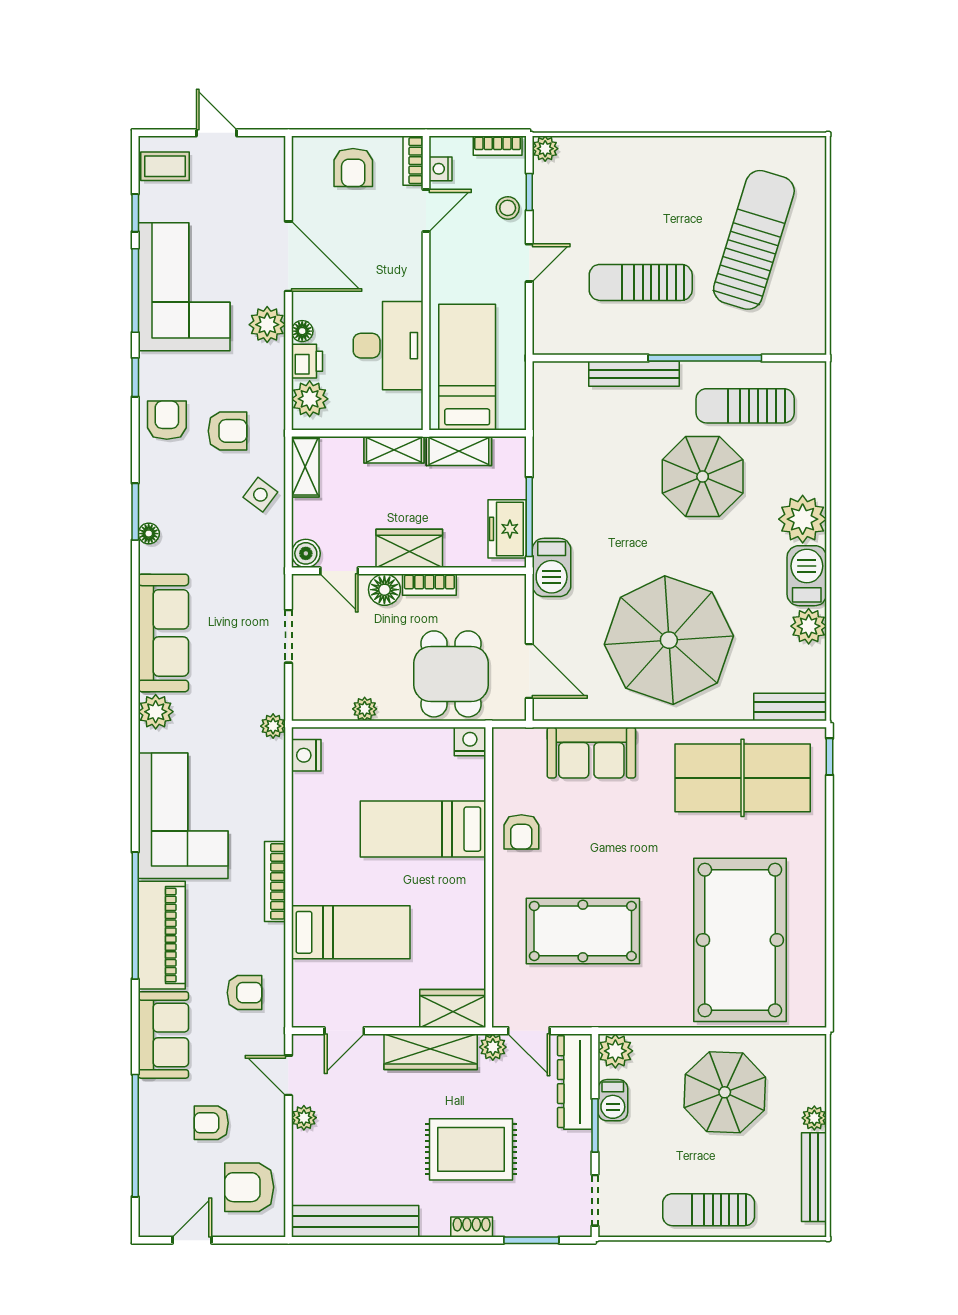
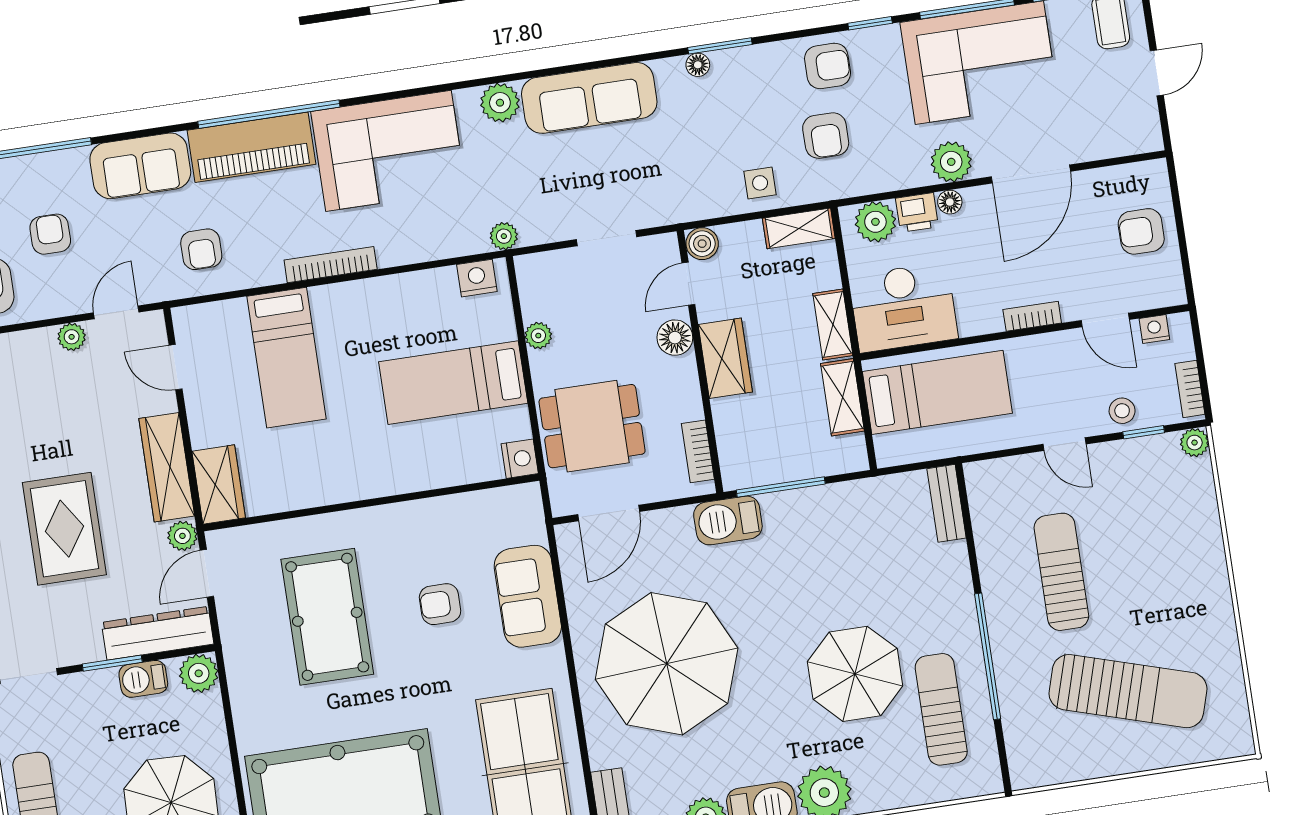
bookcase: (413, 161) -> (1032, 316), moved
desk: (388, 346) -> (903, 307), moved
bench: (634, 374) -> (947, 503), moved, width x0.73
side table: (260, 495) -> (760, 183), turned -37
freezer: (507, 529) -> (763, 464), removed
bookcase: (429, 585) -> (698, 451), moved
bed: (423, 829) -> (453, 383), moved, turned -90
armchair: (521, 832) -> (440, 604), moved

